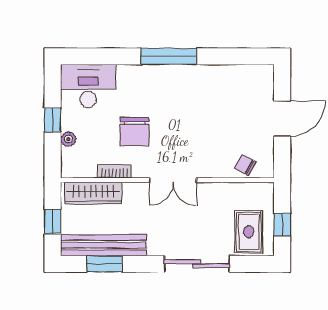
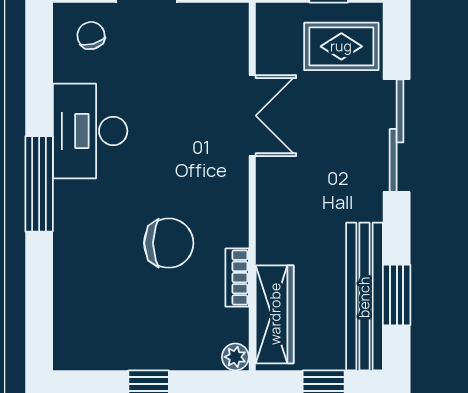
desk: (88, 86) -> (90, 131), moved
plant: (68, 139) -> (235, 357), moved
chair: (245, 165) -> (91, 36), moved, turned 135
double door: (173, 180) -> (252, 116), moved

